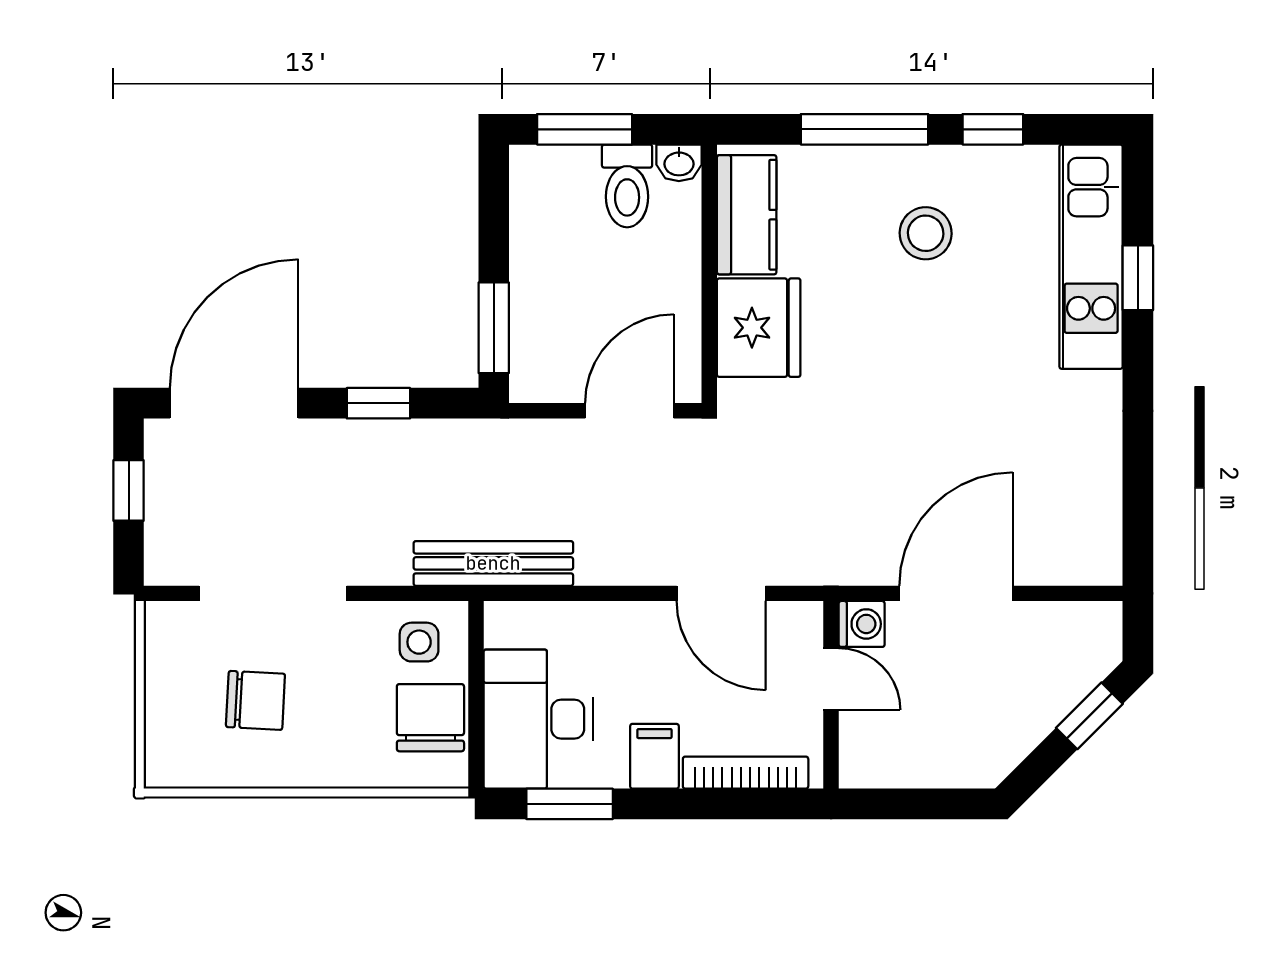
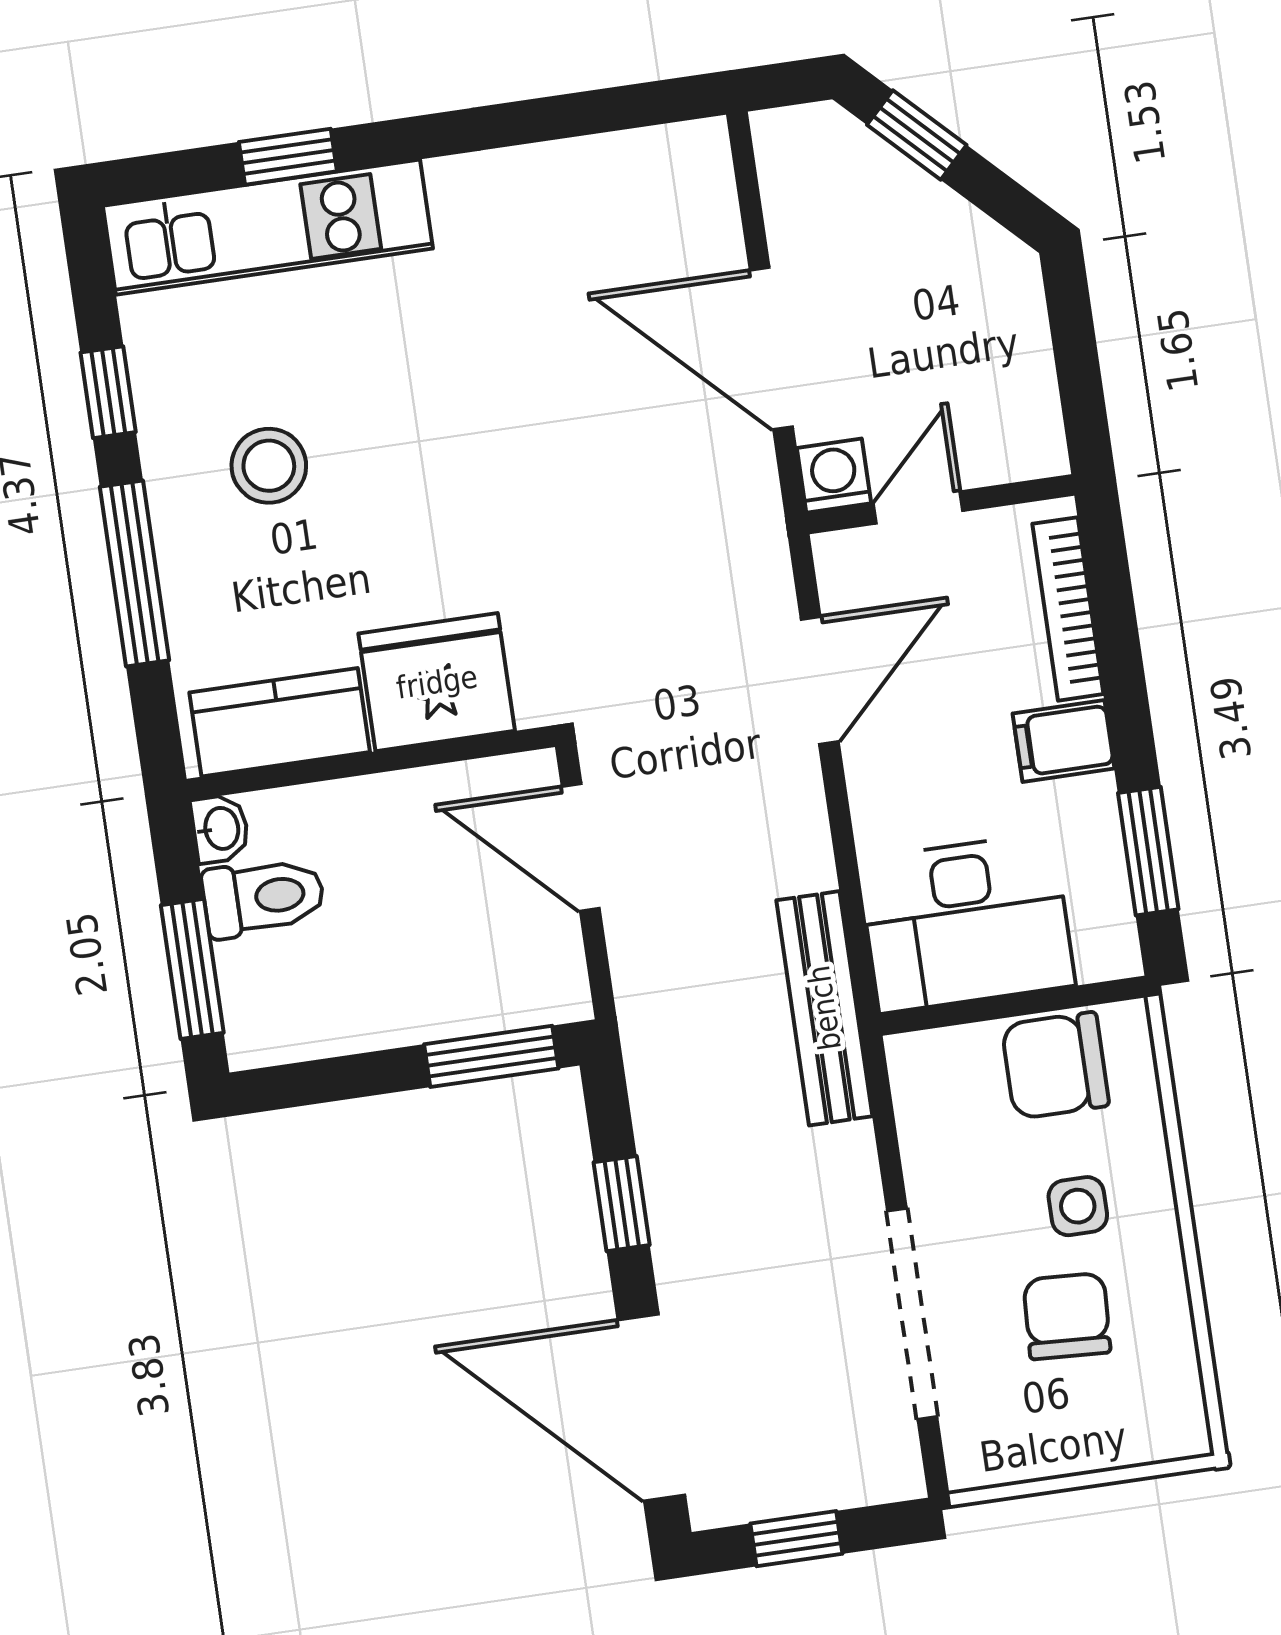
side table: (419, 642) -> (1078, 1206), moved
desk: (538, 719) -> (966, 923), moved

